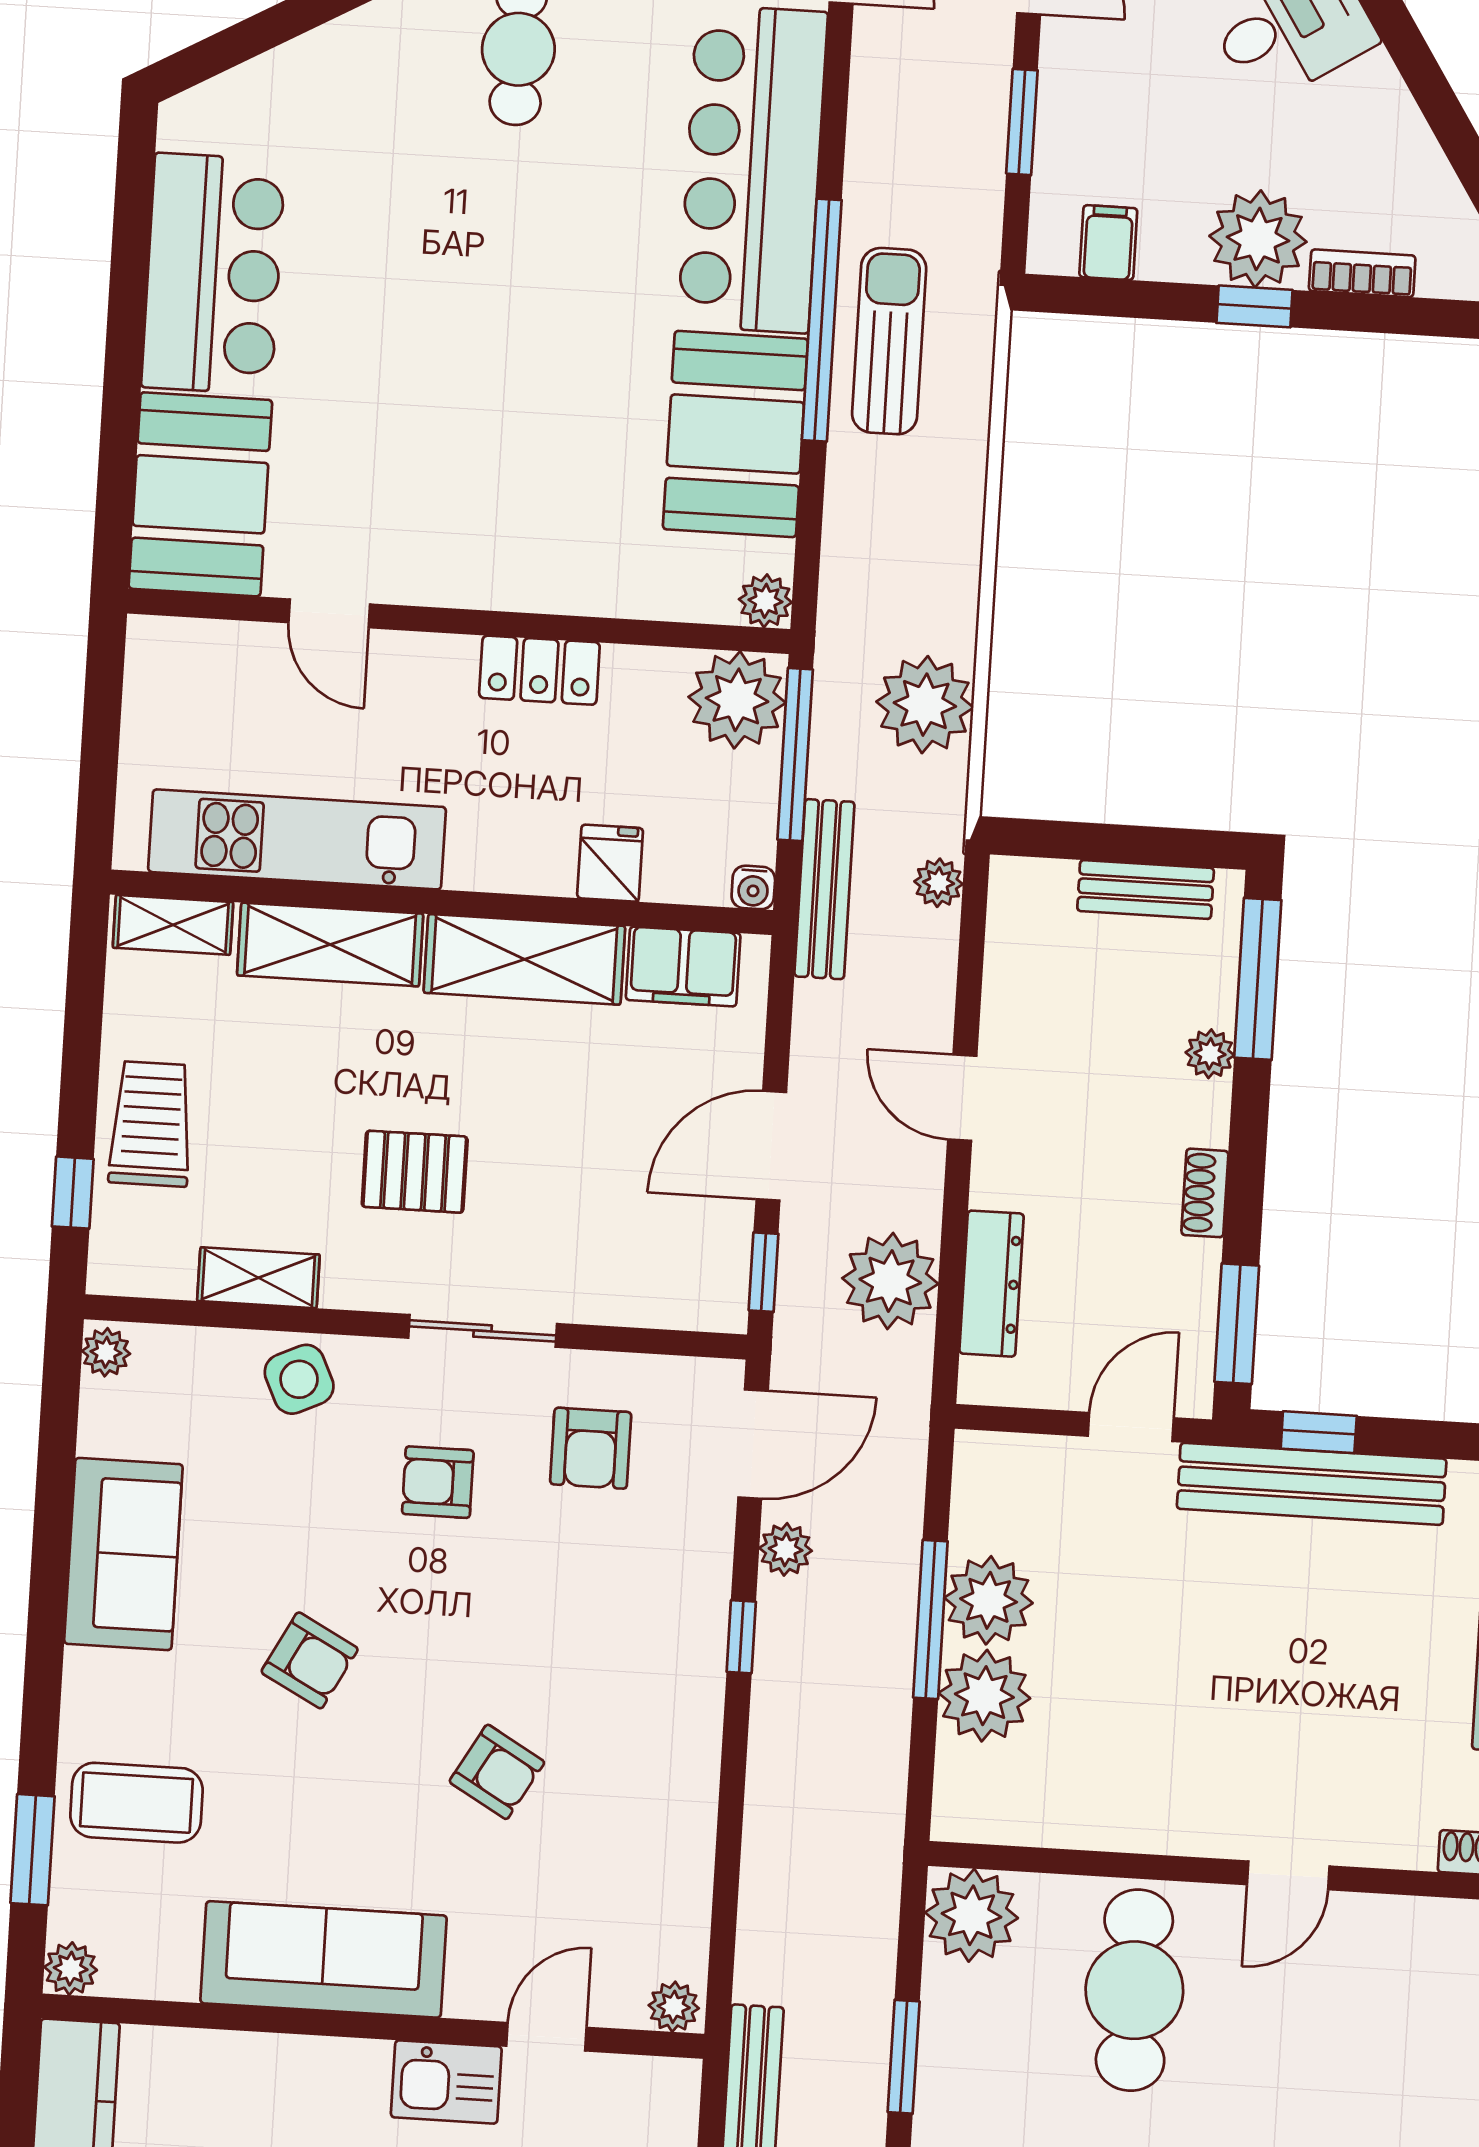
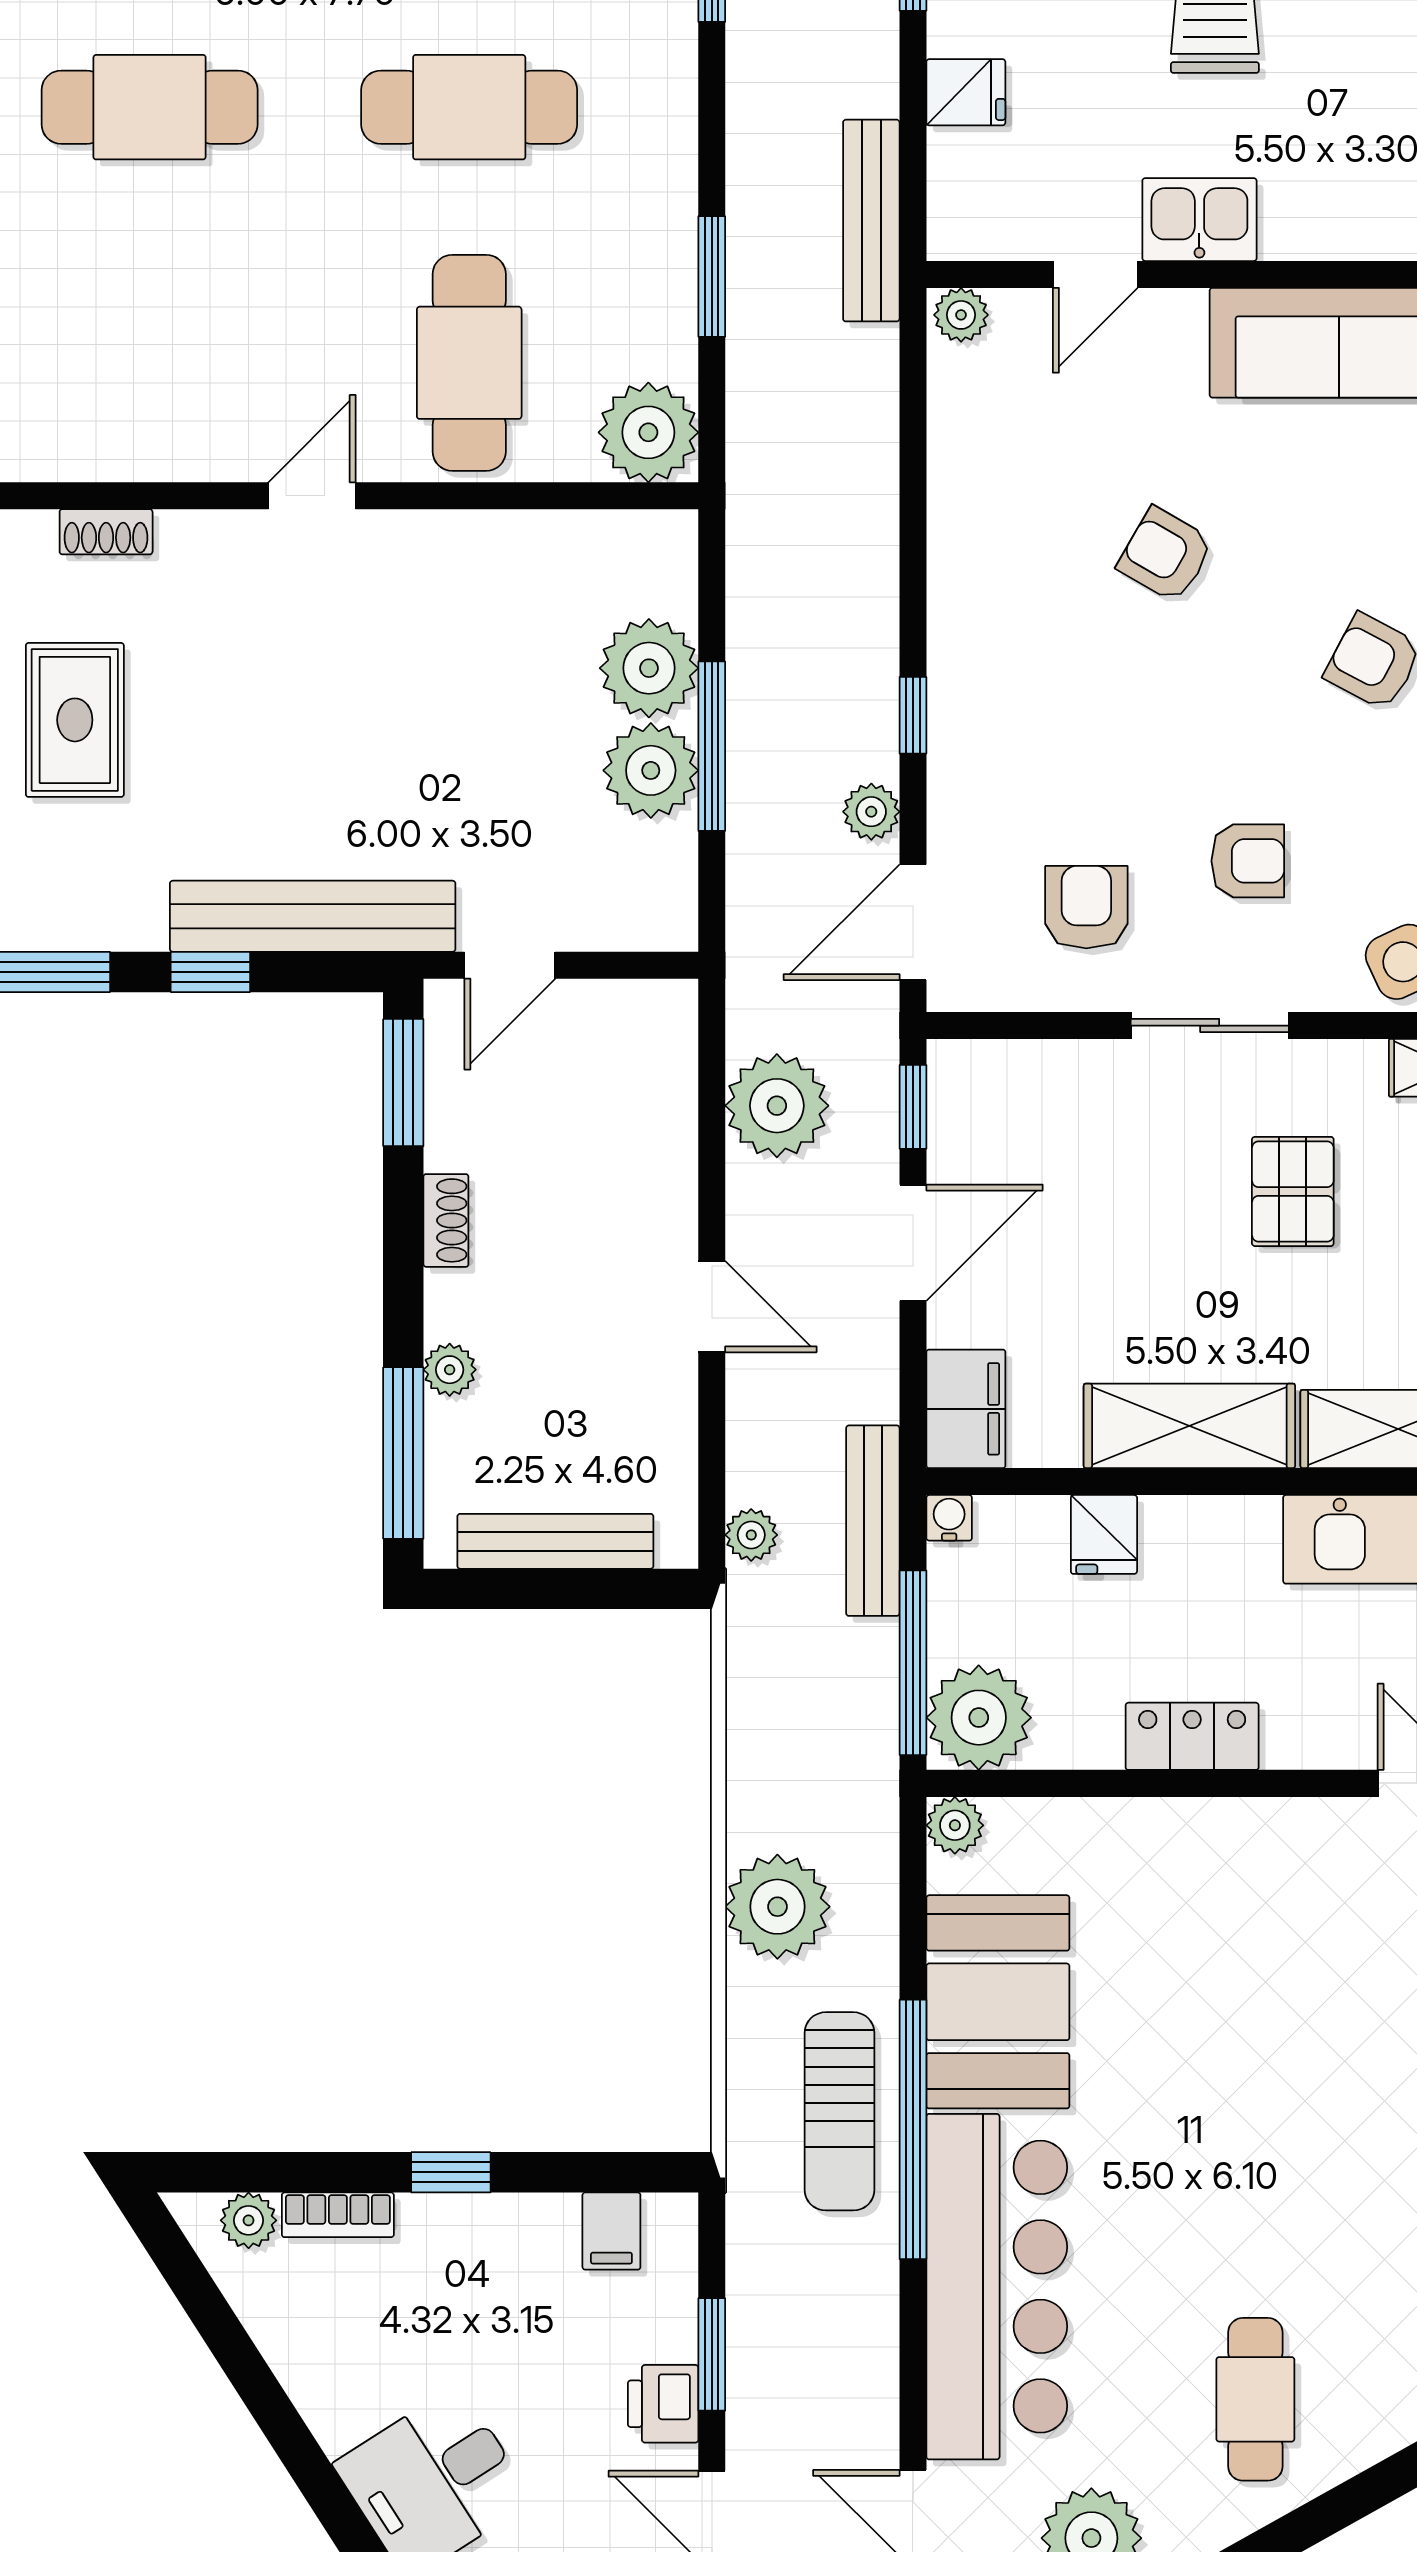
printer: (1070, 79) -> (663, 2404), added
plant: (1258, 239) -> (249, 2220), moved, width x0.53, depth x0.53
plant: (925, 705) -> (777, 1907), moved
bench: (1146, 889) -> (555, 1541), width x1.36
filing cabinet: (683, 967) -> (966, 1409), moved, turned 90
pallet: (415, 1172) -> (1293, 1191), turned 90
dresser: (992, 1284) -> (668, 1110), removed
window: (1319, 1432) -> (210, 972), moved

